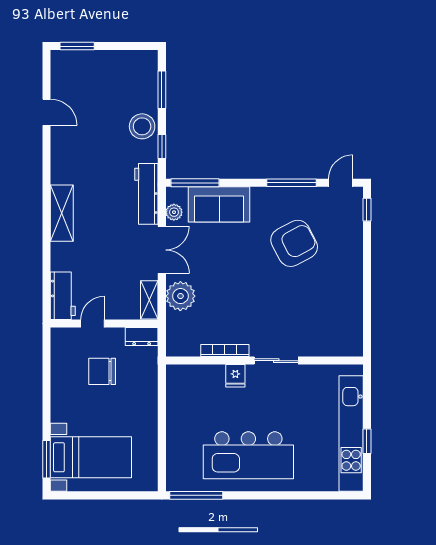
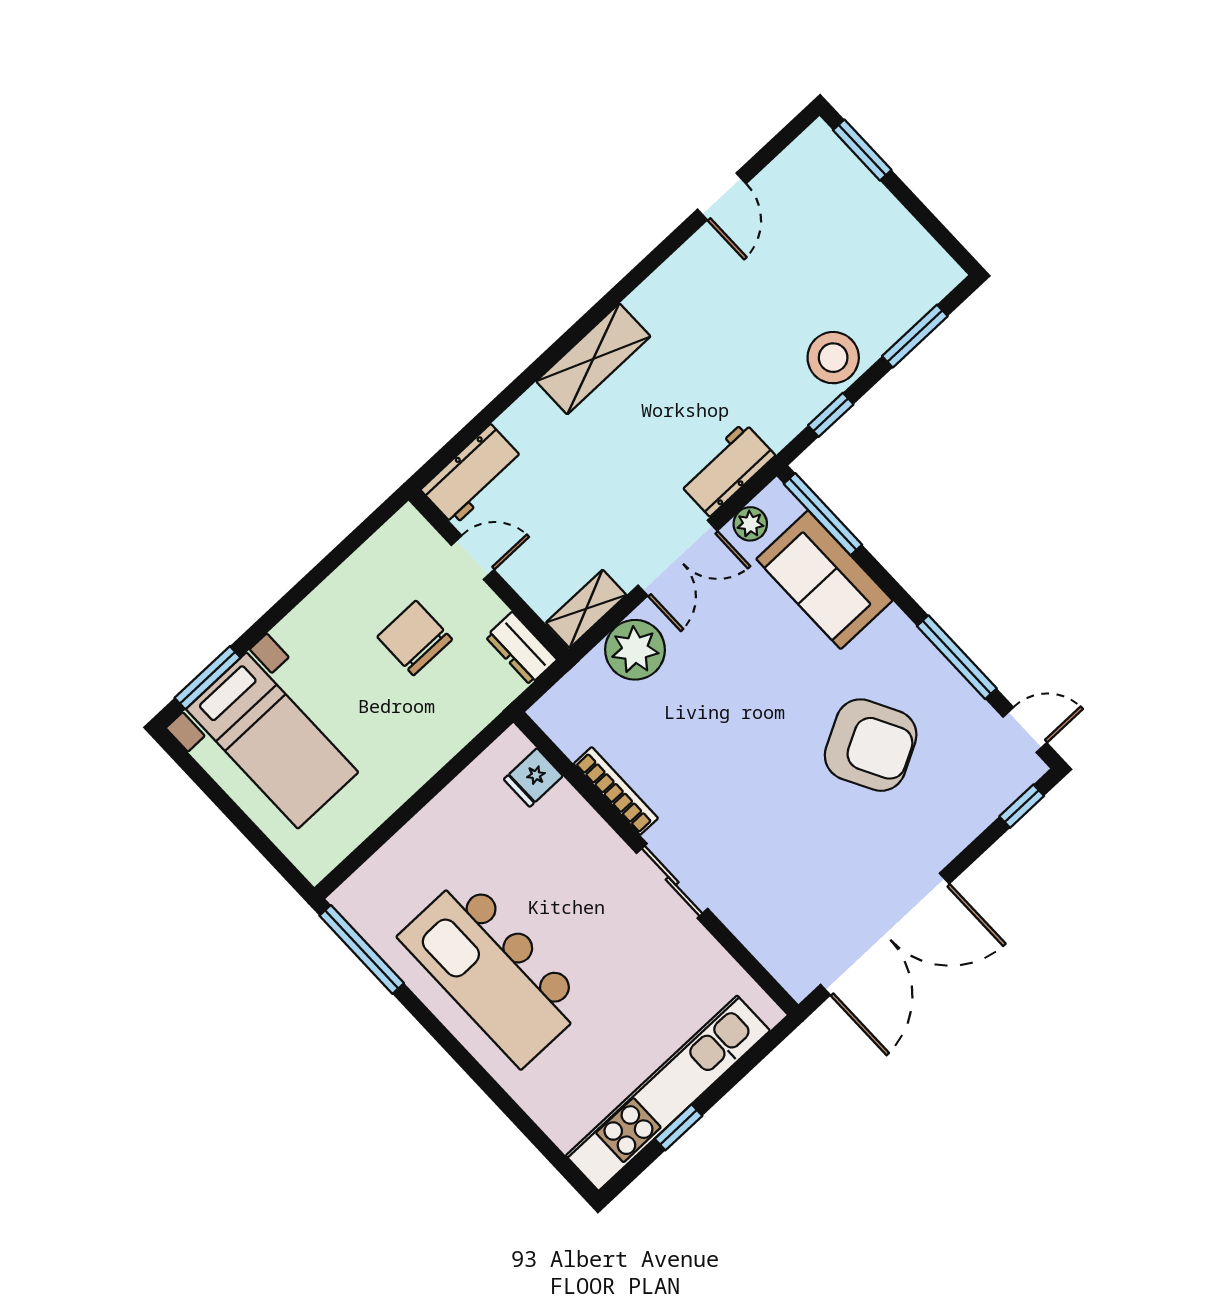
workbench: (146, 194) -> (727, 469), width x0.73
double door: (367, 302) -> (885, 934), added
fridge: (235, 376) -> (533, 778), moved

